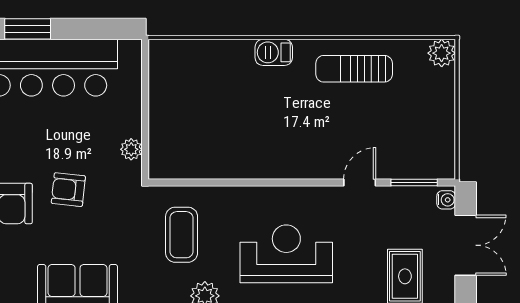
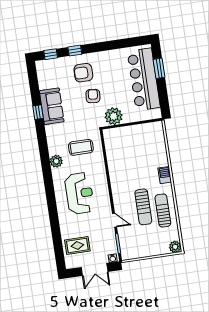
sun lounger: (339, 112) -> (143, 207), added
plant: (131, 149) -> (114, 116), width x1.87, depth x1.87

